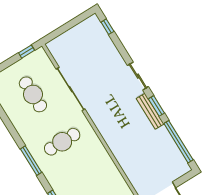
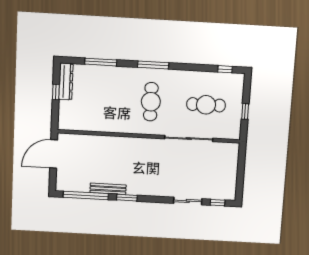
window: (27, 52) -> (245, 111), moved
sliding door: (138, 76) -> (188, 201), moved
bench: (150, 111) -> (108, 189), moved

